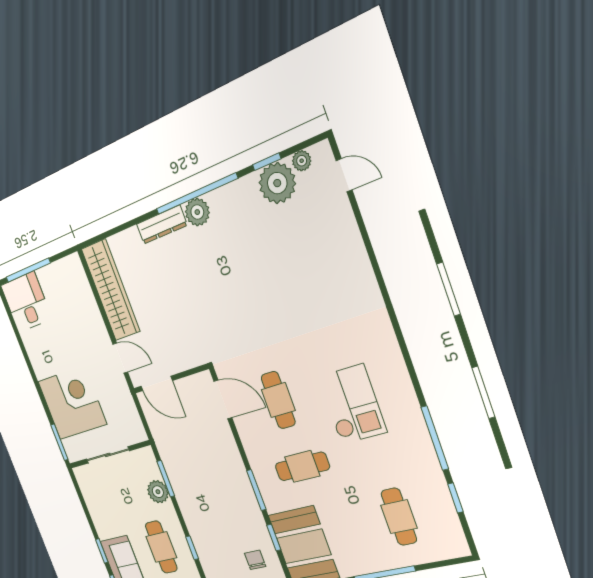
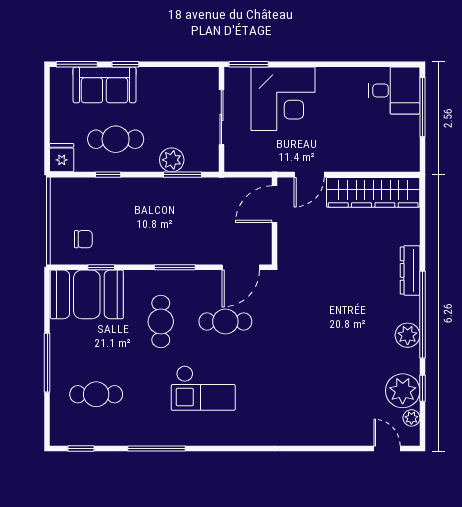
door: (344, 175) -> (387, 448), swing flipped
plant: (197, 212) -> (408, 335), moved
window: (256, 490) -> (175, 267), moved
window: (455, 498) -> (81, 448), moved

